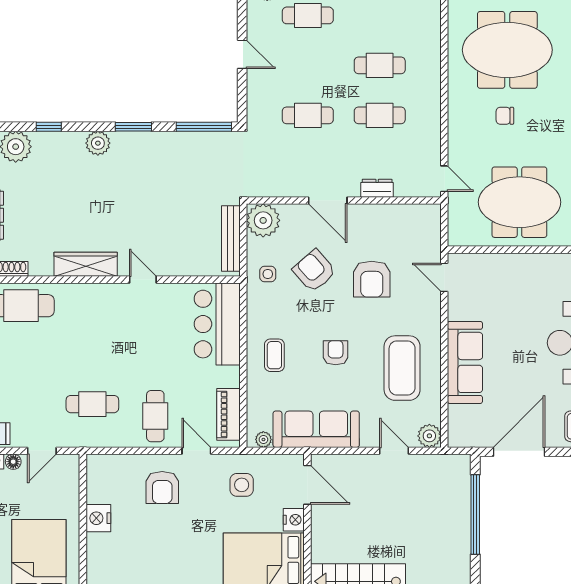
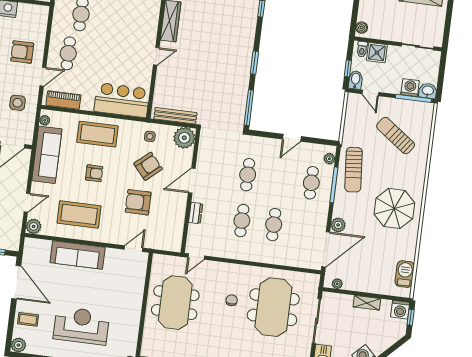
plant: (98, 143) -> (247, 39), removed
coffee table: (274, 355) -> (97, 134), width x1.86, depth x1.72
cafe table: (155, 416) -> (68, 53), turned 90

